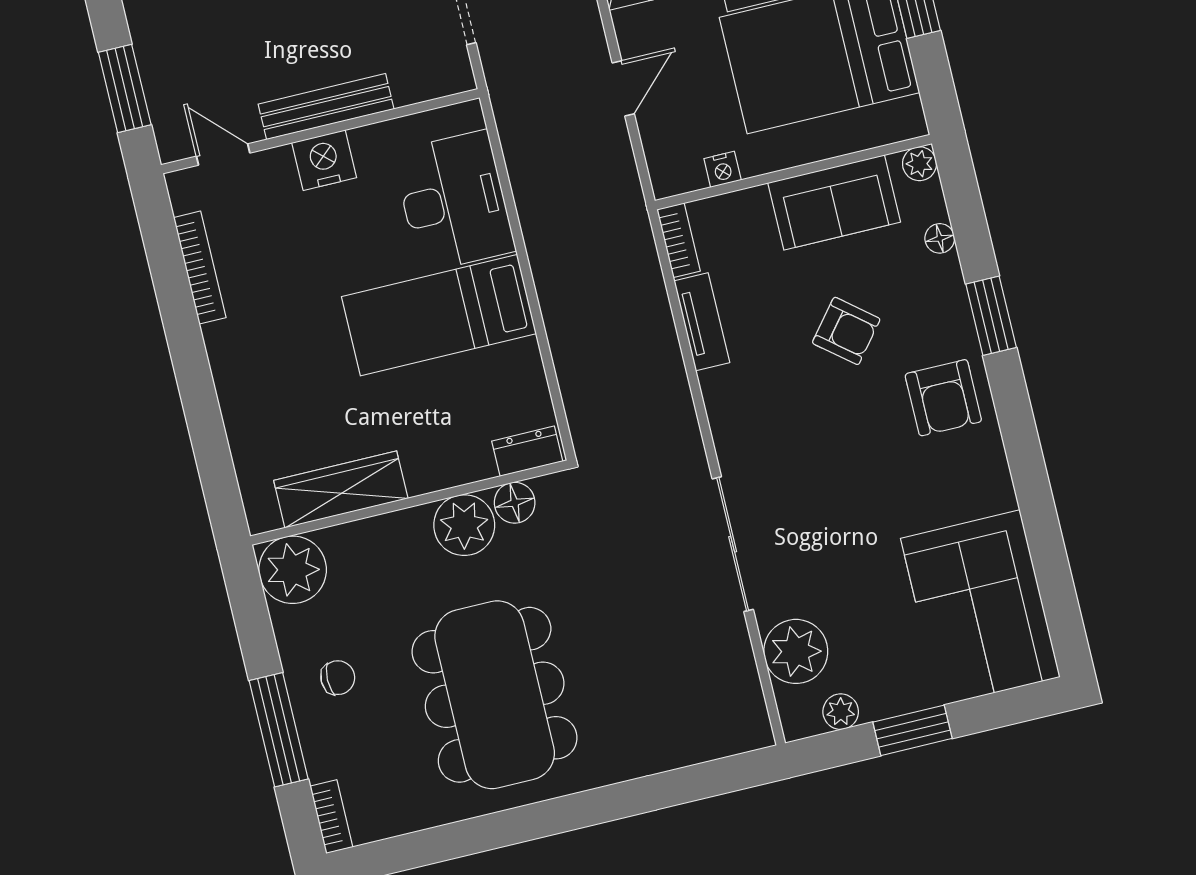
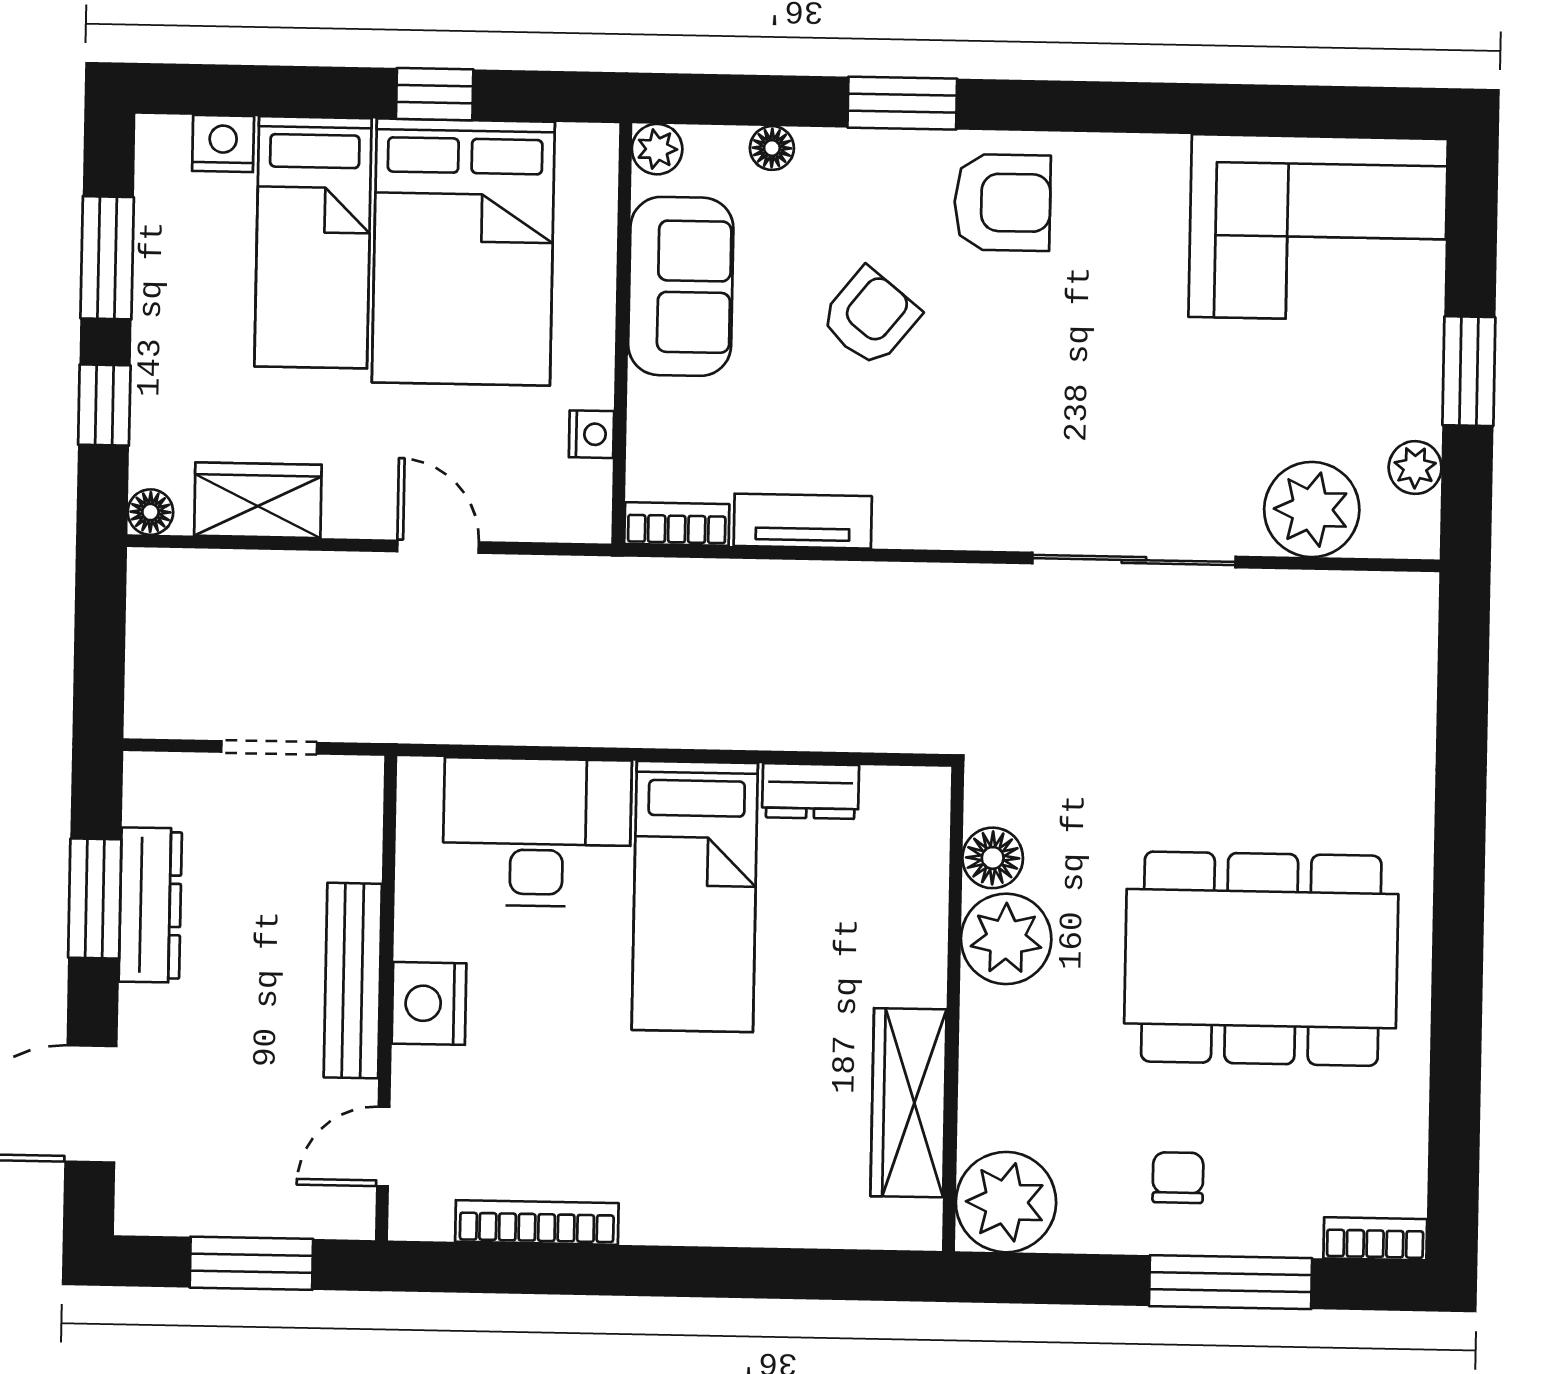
dresser: (527, 451) -> (811, 791), moved, turned -90

